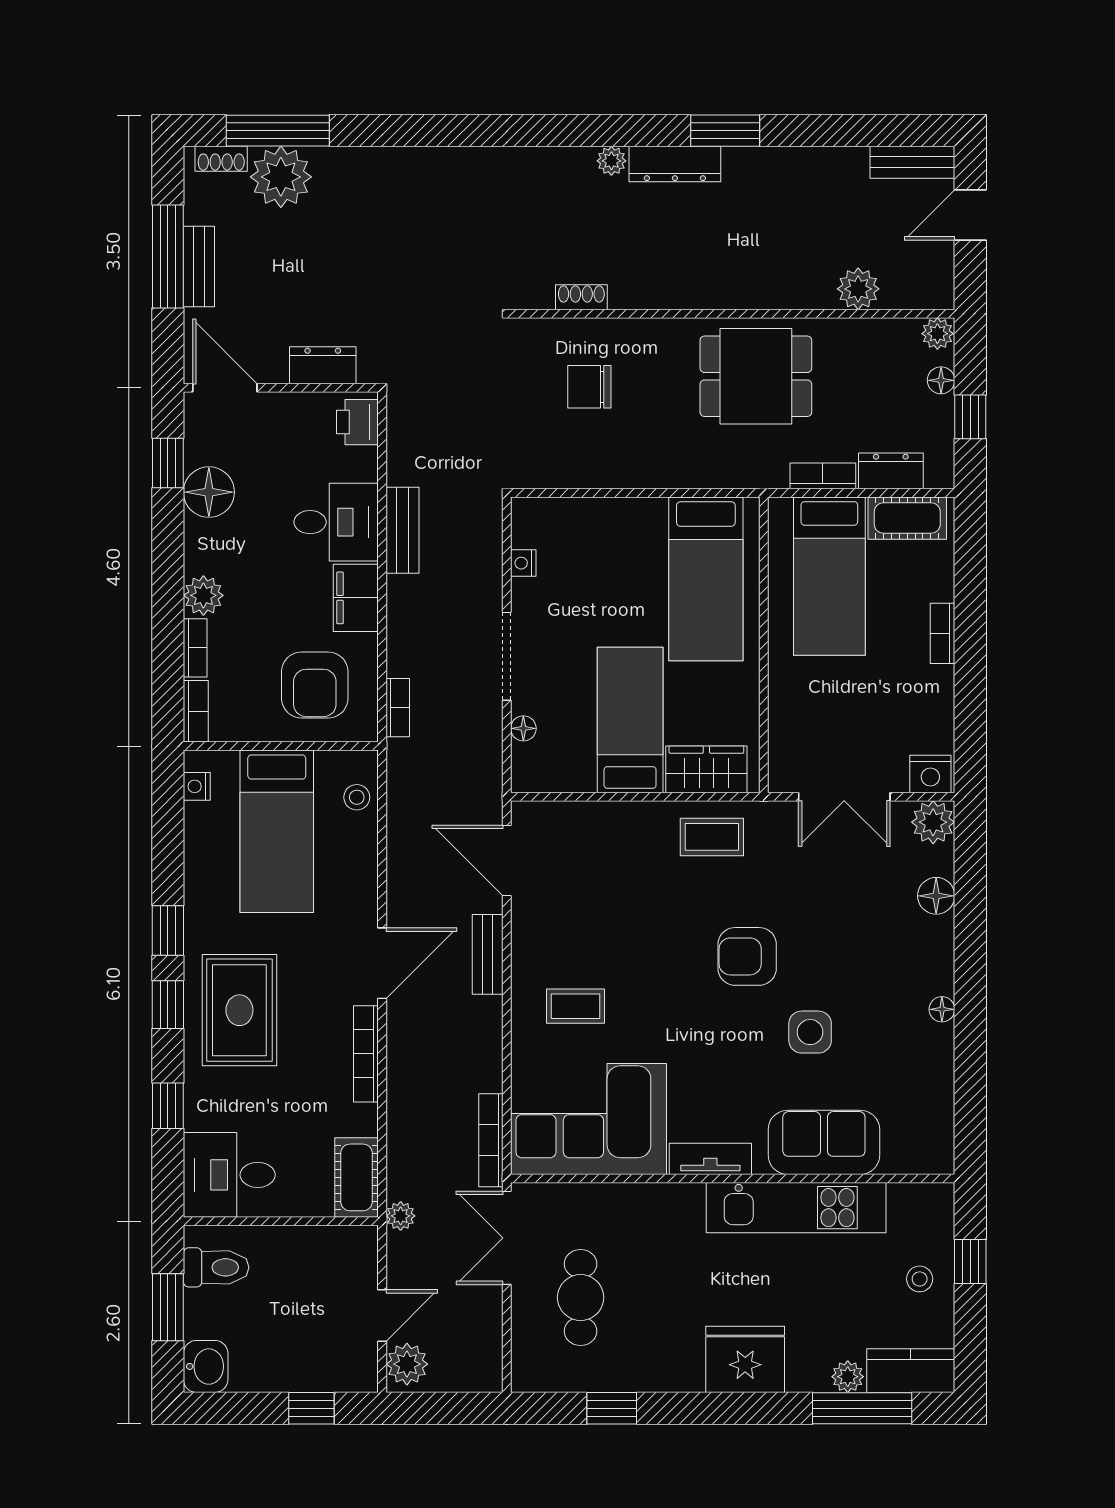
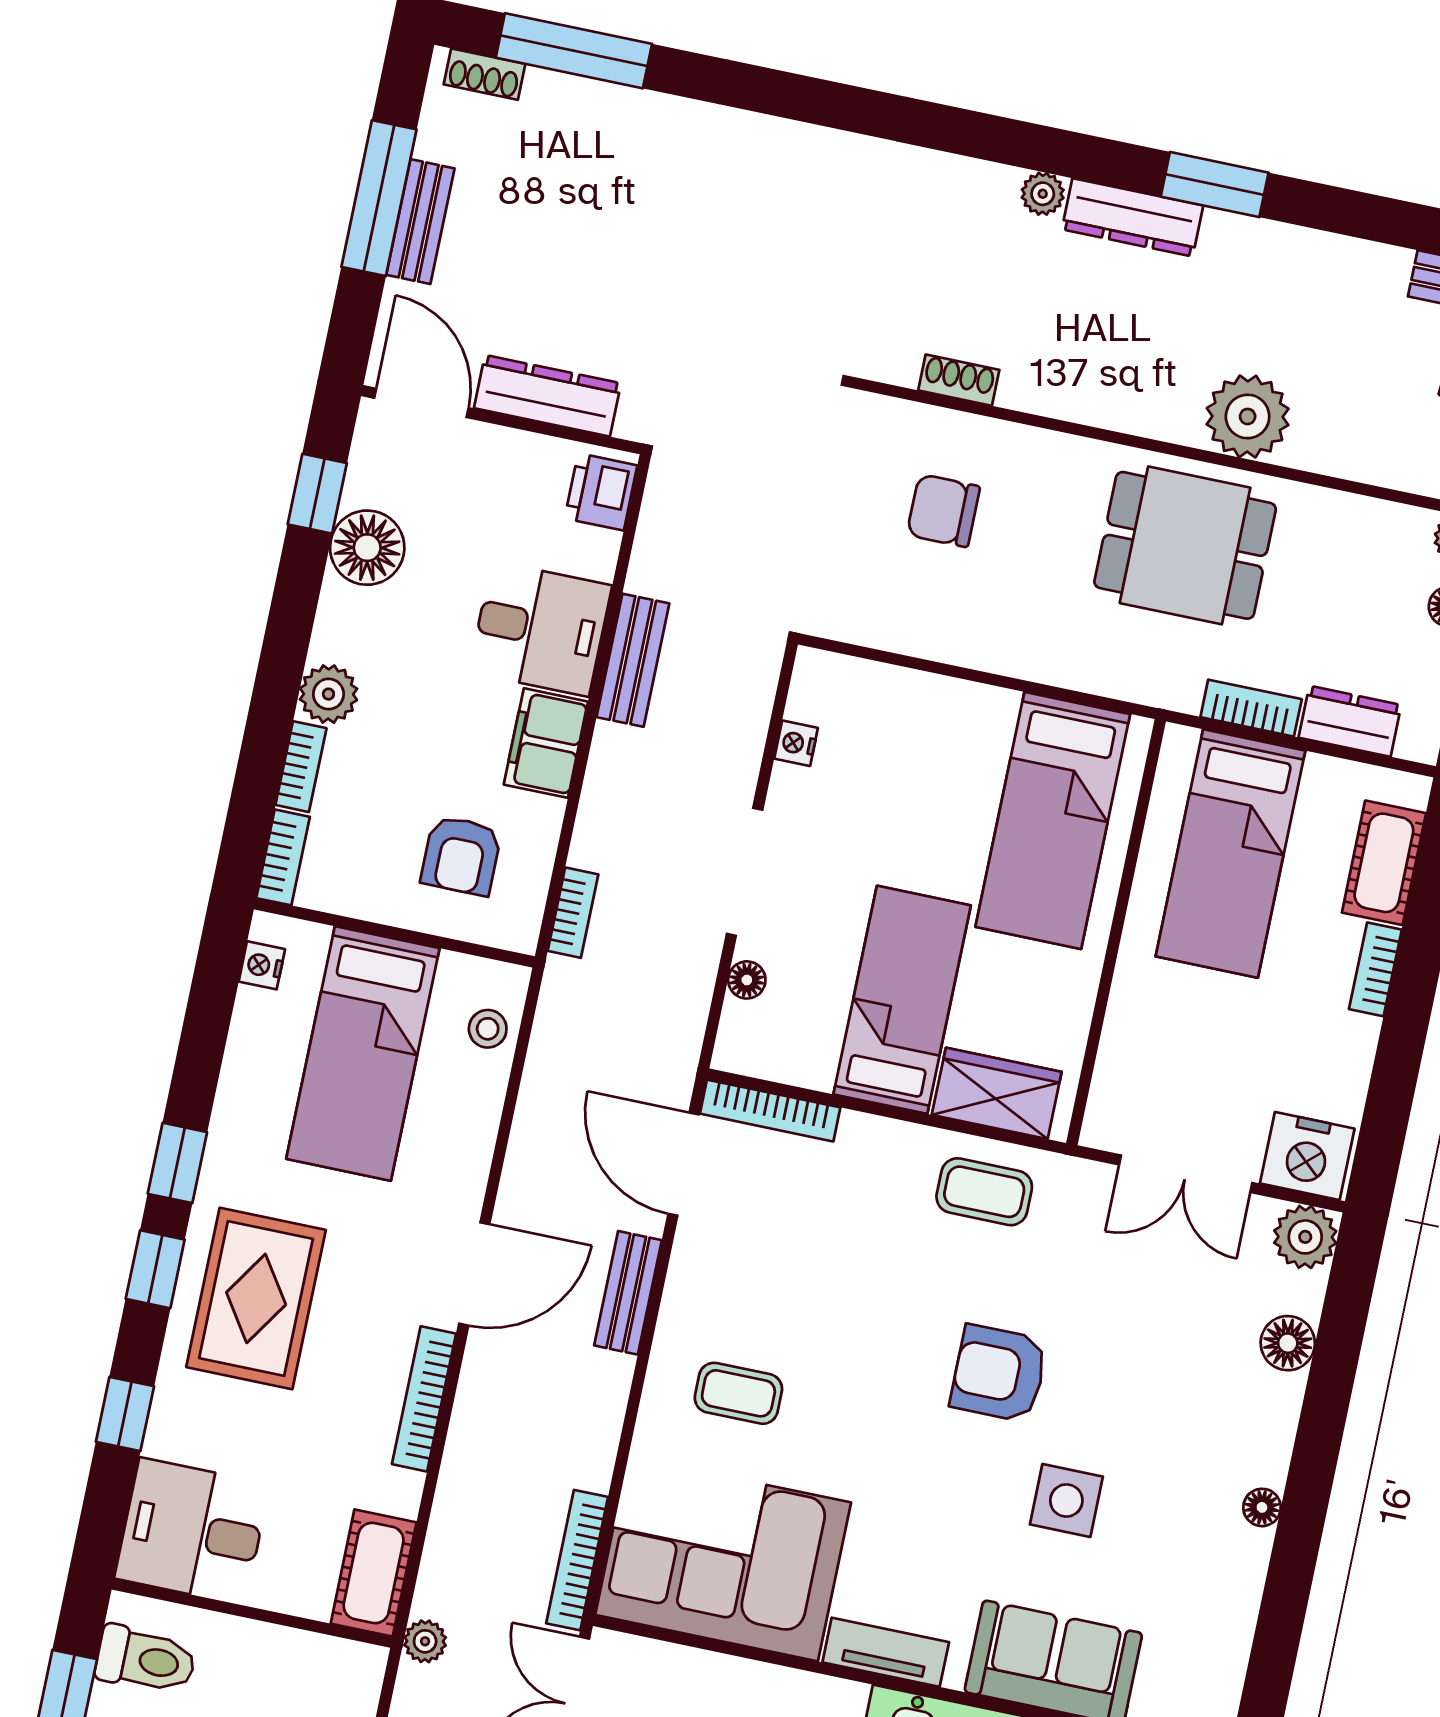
plant: (281, 177) -> (565, 118), removed
plant: (858, 289) -> (1248, 417), moved, width x1.36, depth x1.36
dresser: (323, 365) -> (547, 396), width x1.44
cot: (907, 518) -> (1384, 863), moved, turned 90
armchair: (315, 685) -> (461, 855), width x0.72, depth x0.72
nightstand: (930, 774) -> (1307, 1156), width x1.36, depth x1.33
bookcase: (557, 813) -> (770, 1111), added

